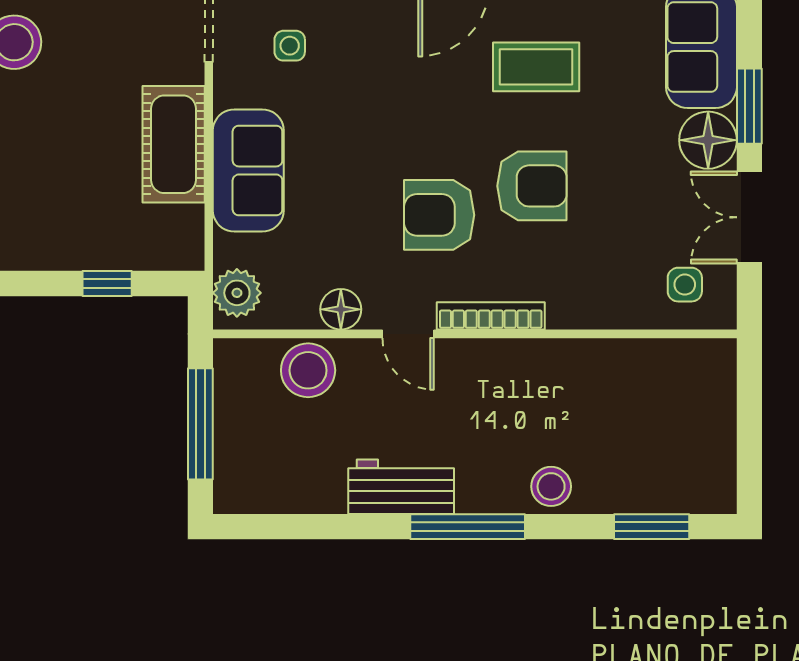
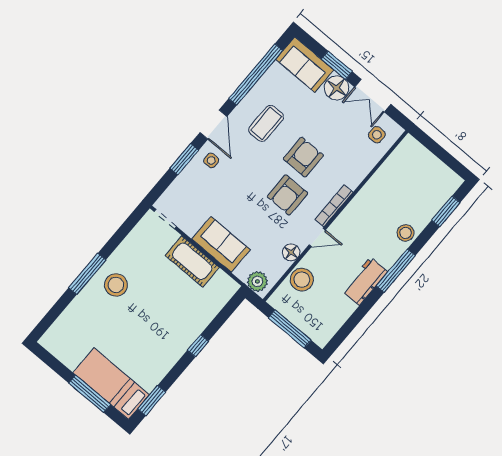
side table: (290, 46) -> (211, 160), moved
window: (107, 284) -> (198, 346), moved

